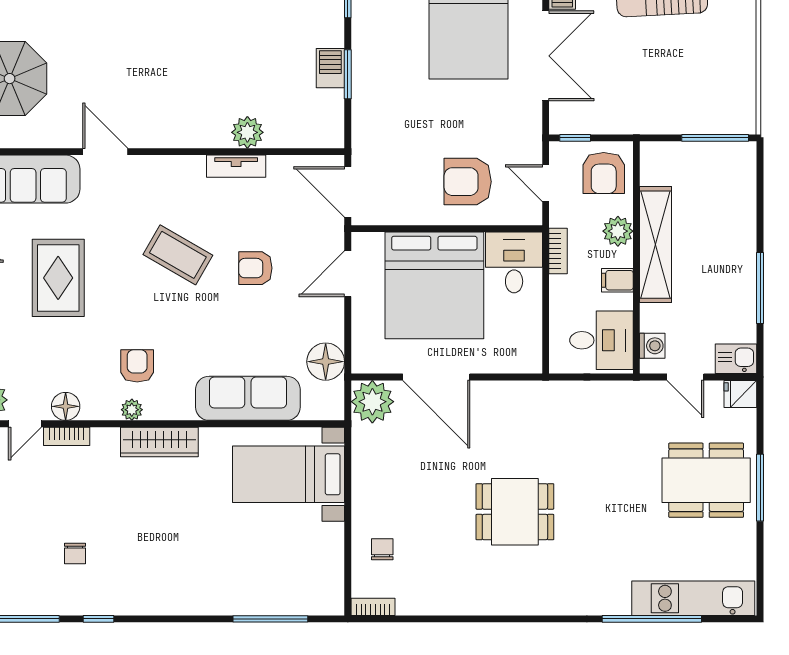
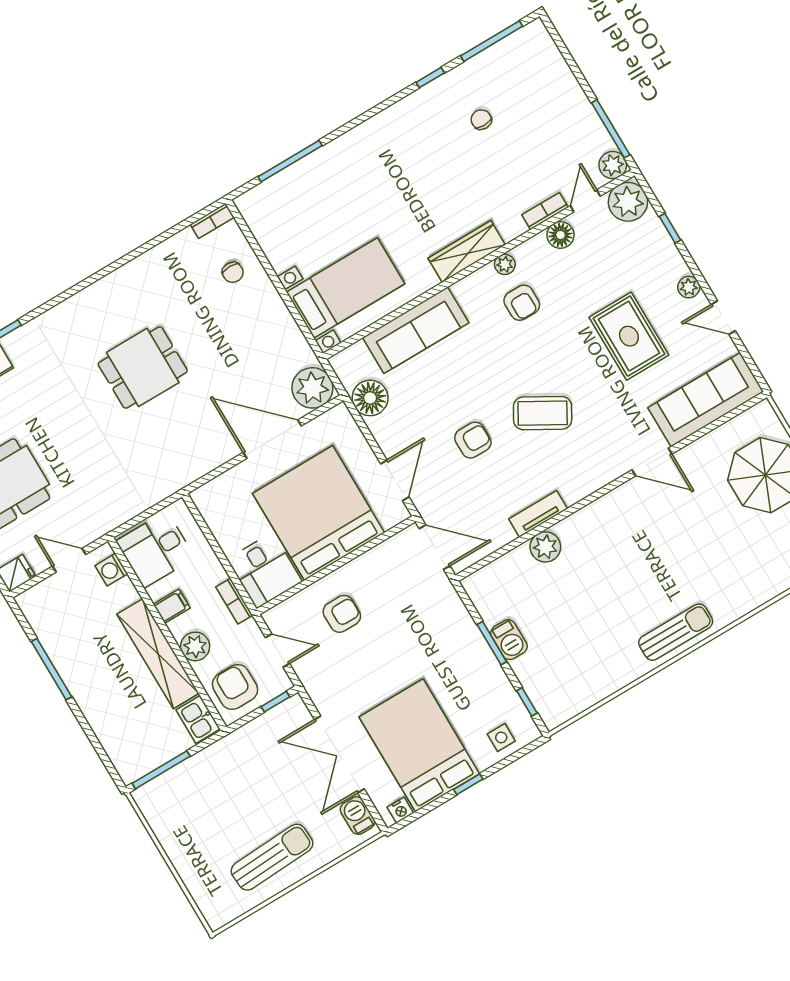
armchair: (468, 182) -> (342, 614), width x0.72, depth x0.72
kitchen sink: (736, 359) -> (198, 719), moved, turned 90

